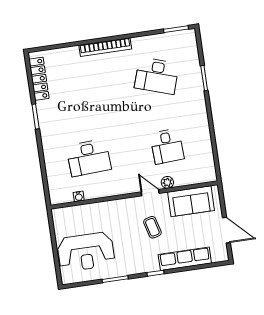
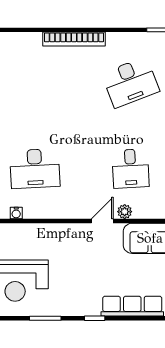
desk: (157, 76) -> (131, 82), turned -39
door: (150, 193) -> (102, 221), hinge flipped
coffee table: (152, 227) -> (99, 263), removed

